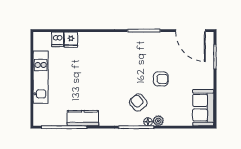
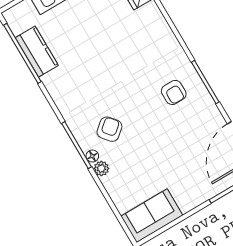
armchair: (161, 79) -> (174, 92), moved
kitchen counter: (83, 118) -> (37, 52), moved

